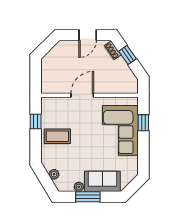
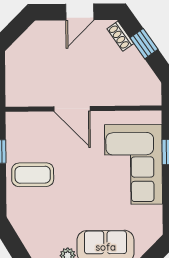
door: (82, 95) -> (72, 109), swing flipped
plant: (54, 174) -> (28, 236), removed

